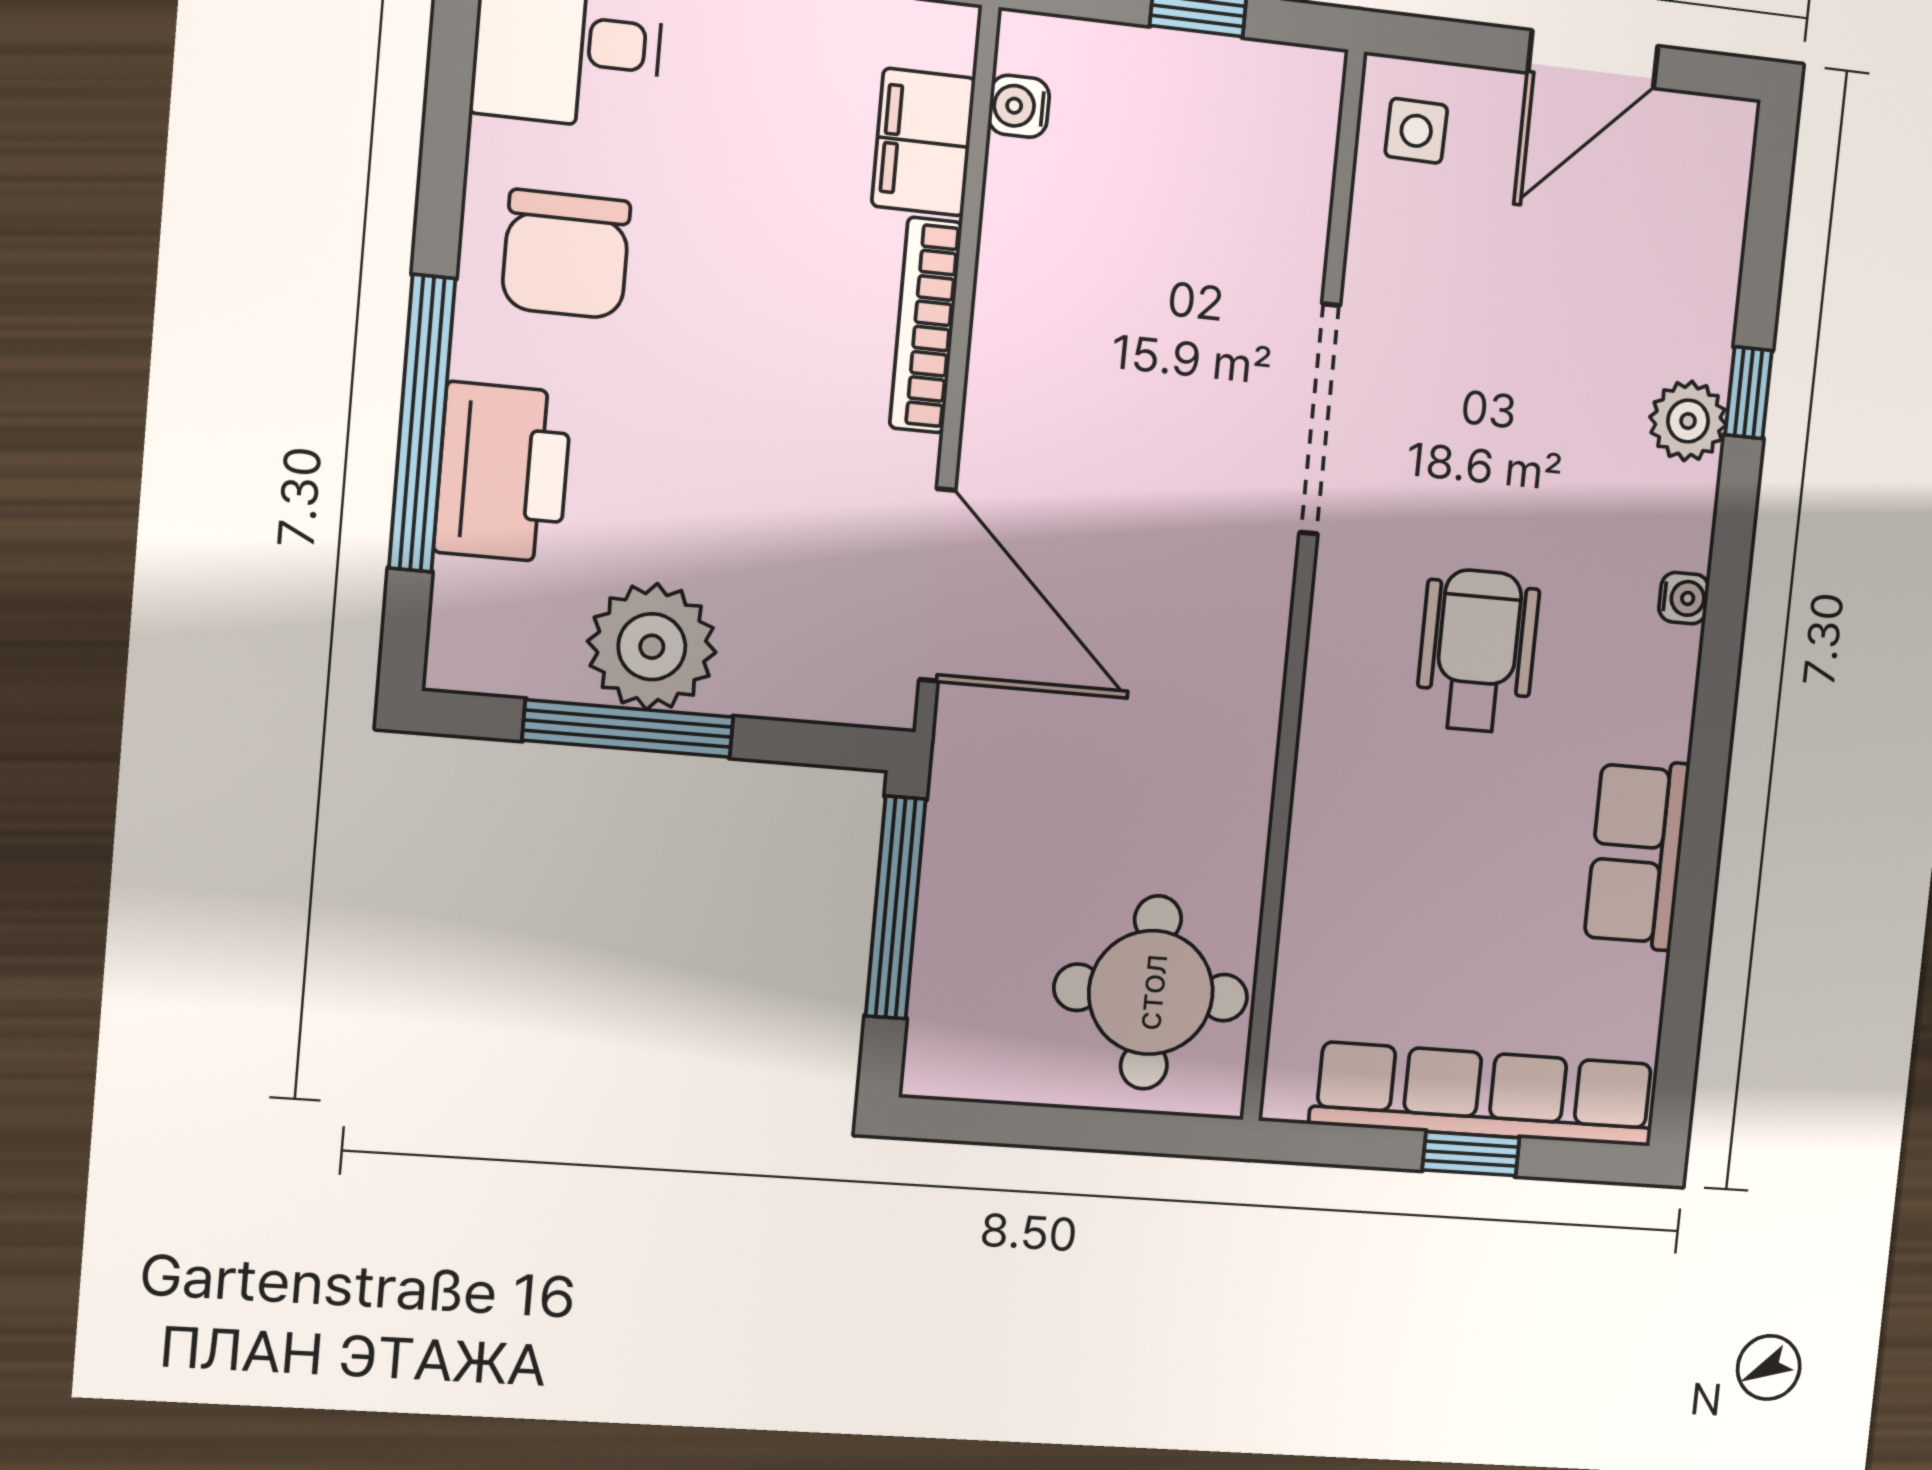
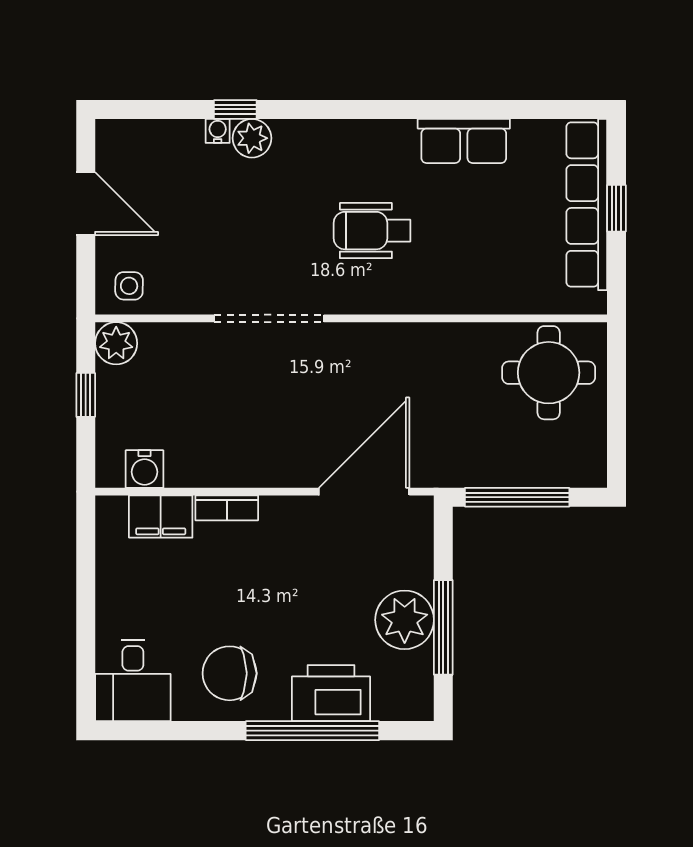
plant: (1300, 89) -> (116, 343), added
water cooler: (1019, 106) -> (145, 469), width x1.38, depth x1.38
chair: (566, 254) -> (230, 673), turned 180
bookcase: (926, 325) -> (227, 508), width x0.64
water cooler: (1684, 598) -> (218, 131), moved

